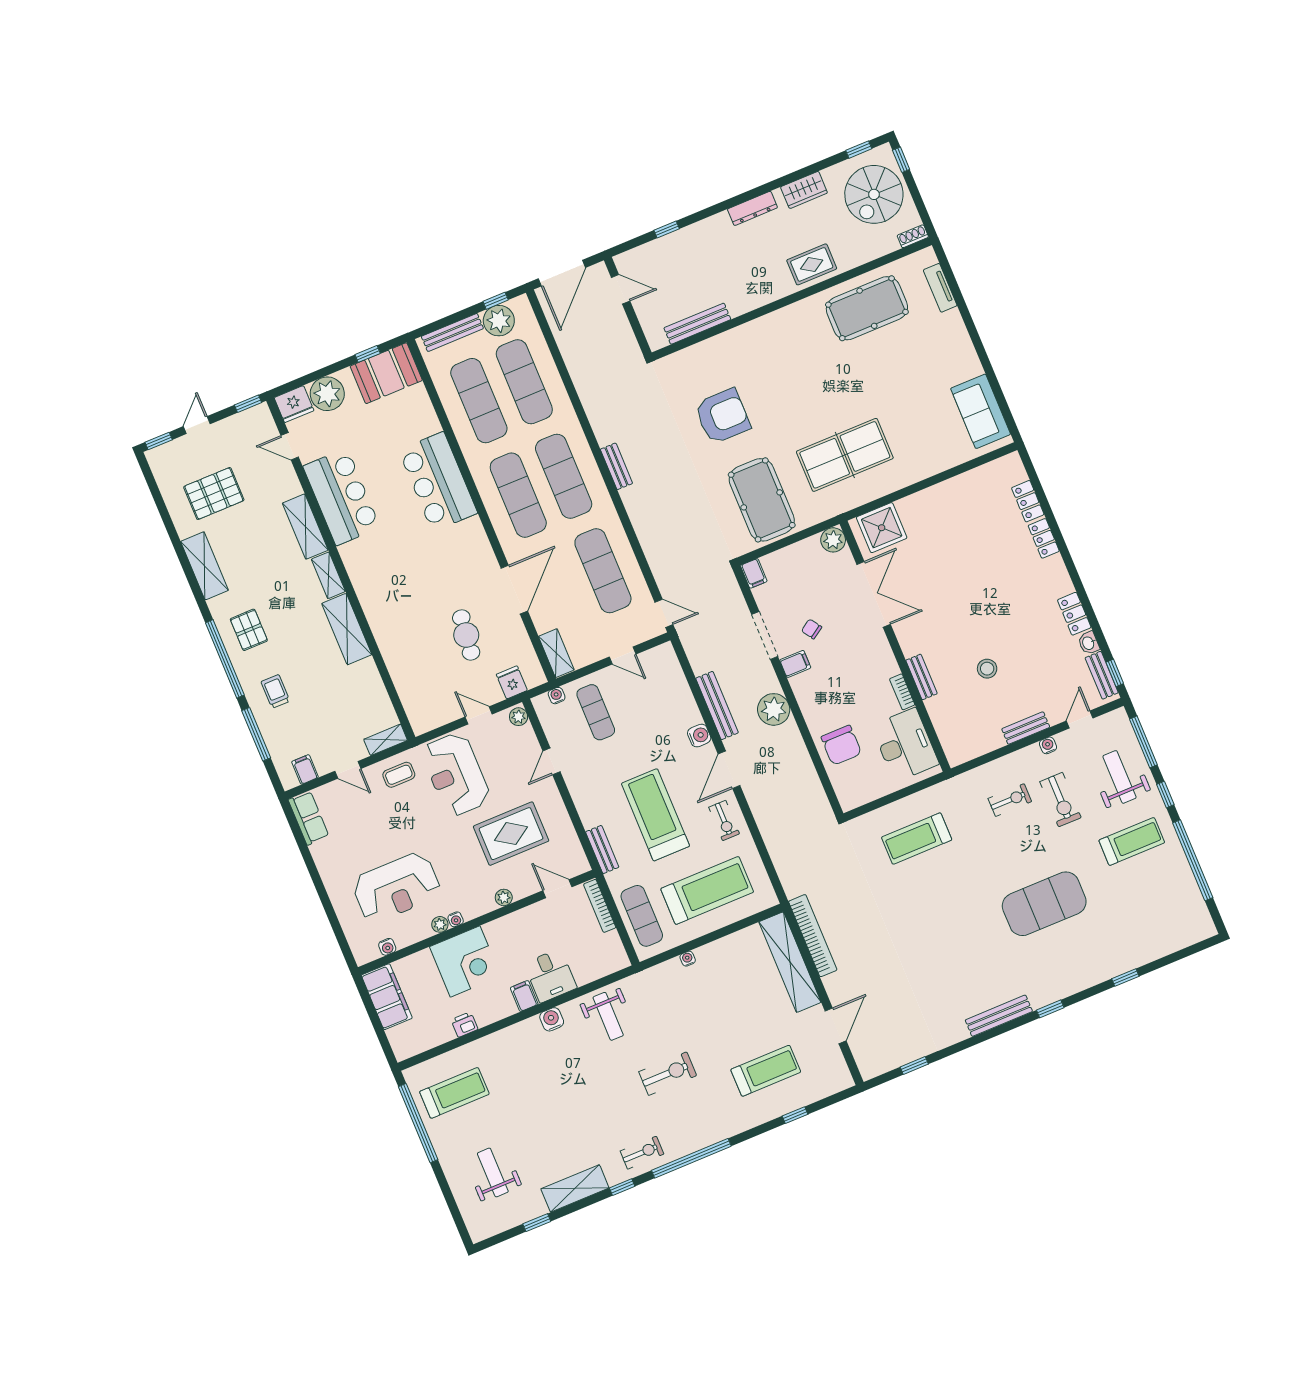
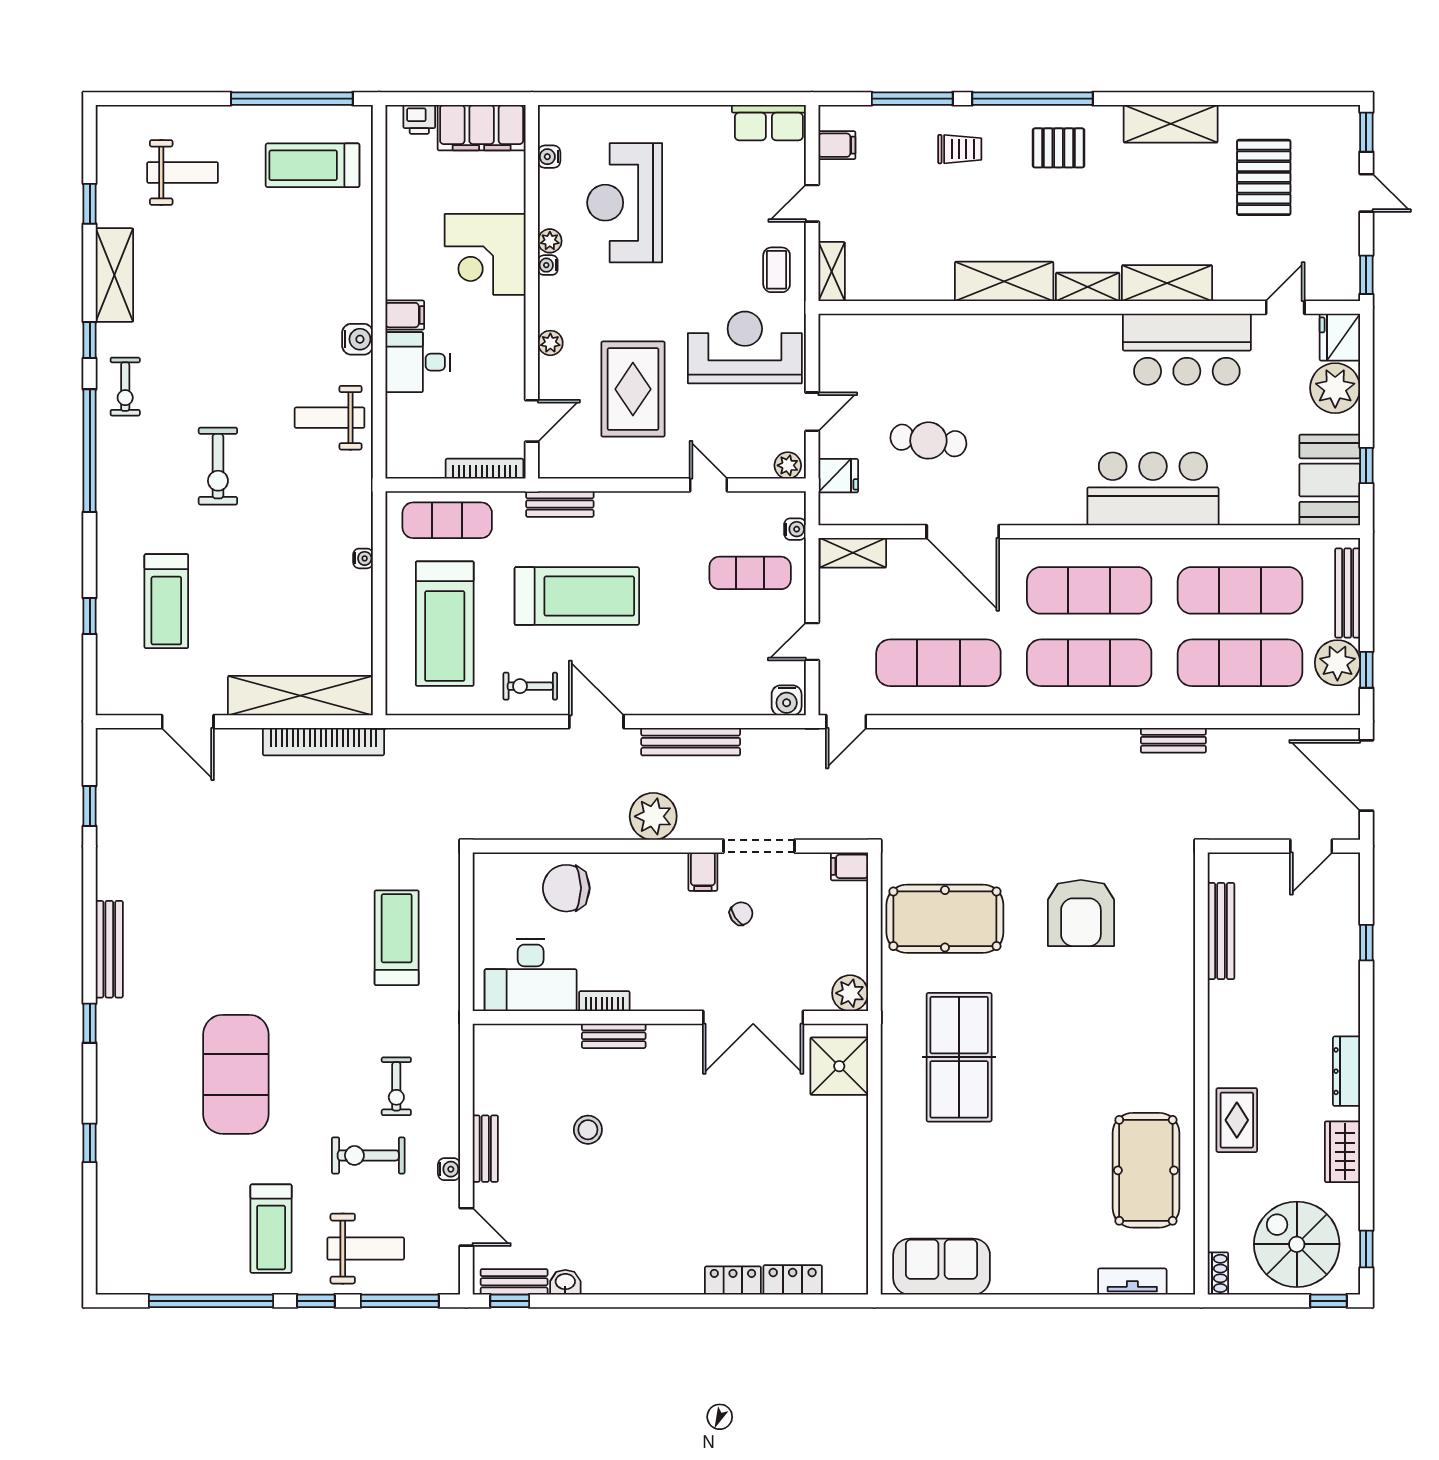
bench: (616, 466) -> (1173, 740), moved
locker: (1074, 614) -> (613, 1279), removed
water cooler: (699, 736) -> (787, 700), moved
printer: (464, 1024) -> (419, 119), moved, turned 90
treadmill: (454, 1093) -> (313, 165), turned 90

